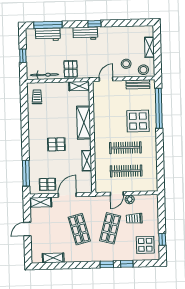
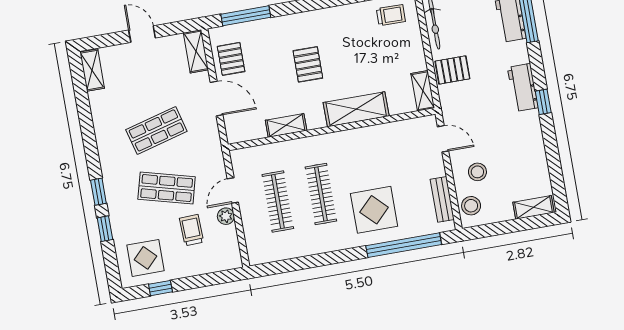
shelving: (149, 47) -> (533, 207), moved
door: (117, 194) -> (233, 191), hinge flipped
shelving: (53, 258) -> (92, 70), moved

